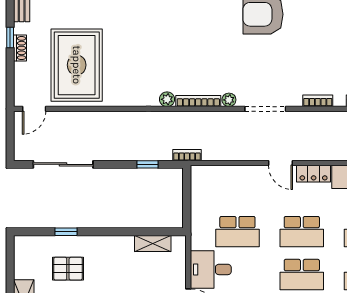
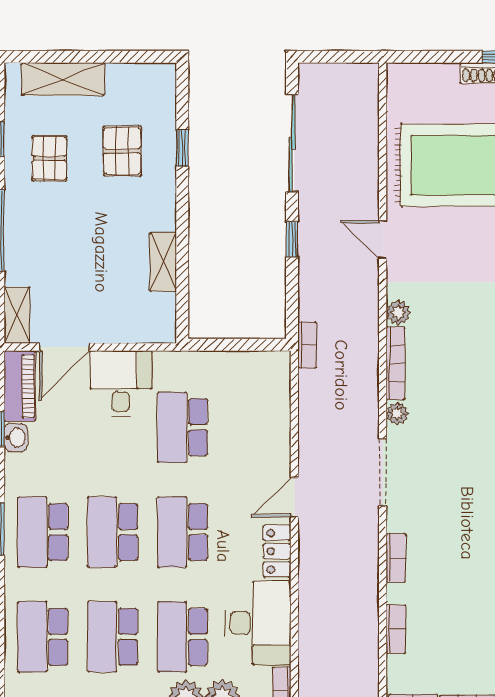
door: (34, 109) -> (383, 240), moved
window: (148, 164) -> (292, 239), moved
shelving: (153, 244) -> (163, 262), moved

